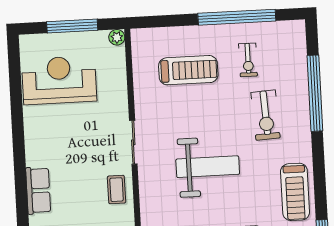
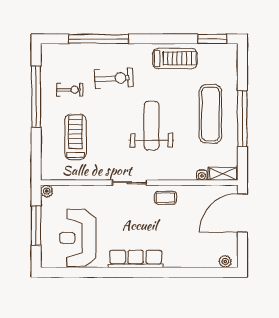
row of seats: (38, 190) -> (136, 259), moved, width x1.48

